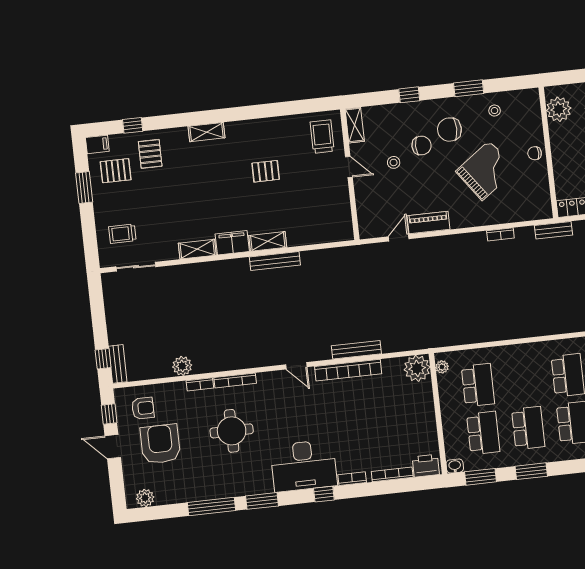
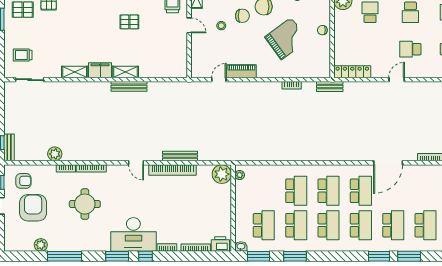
school desk: (478, 385) -> (296, 191), moved
plant: (145, 498) -> (41, 245), moved
window: (262, 501) -> (117, 256), moved

